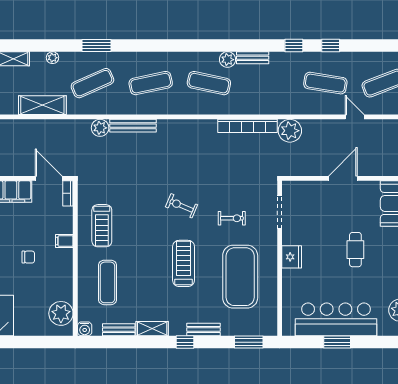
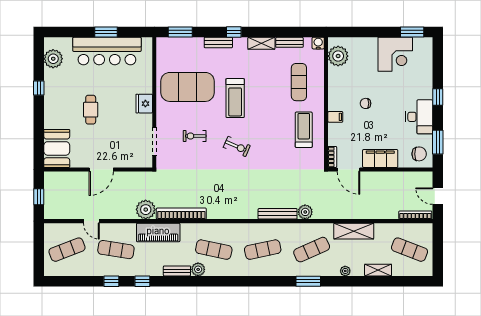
piano: (275, 103) -> (158, 232), added
exercise mat: (240, 277) -> (188, 87), turned 90

